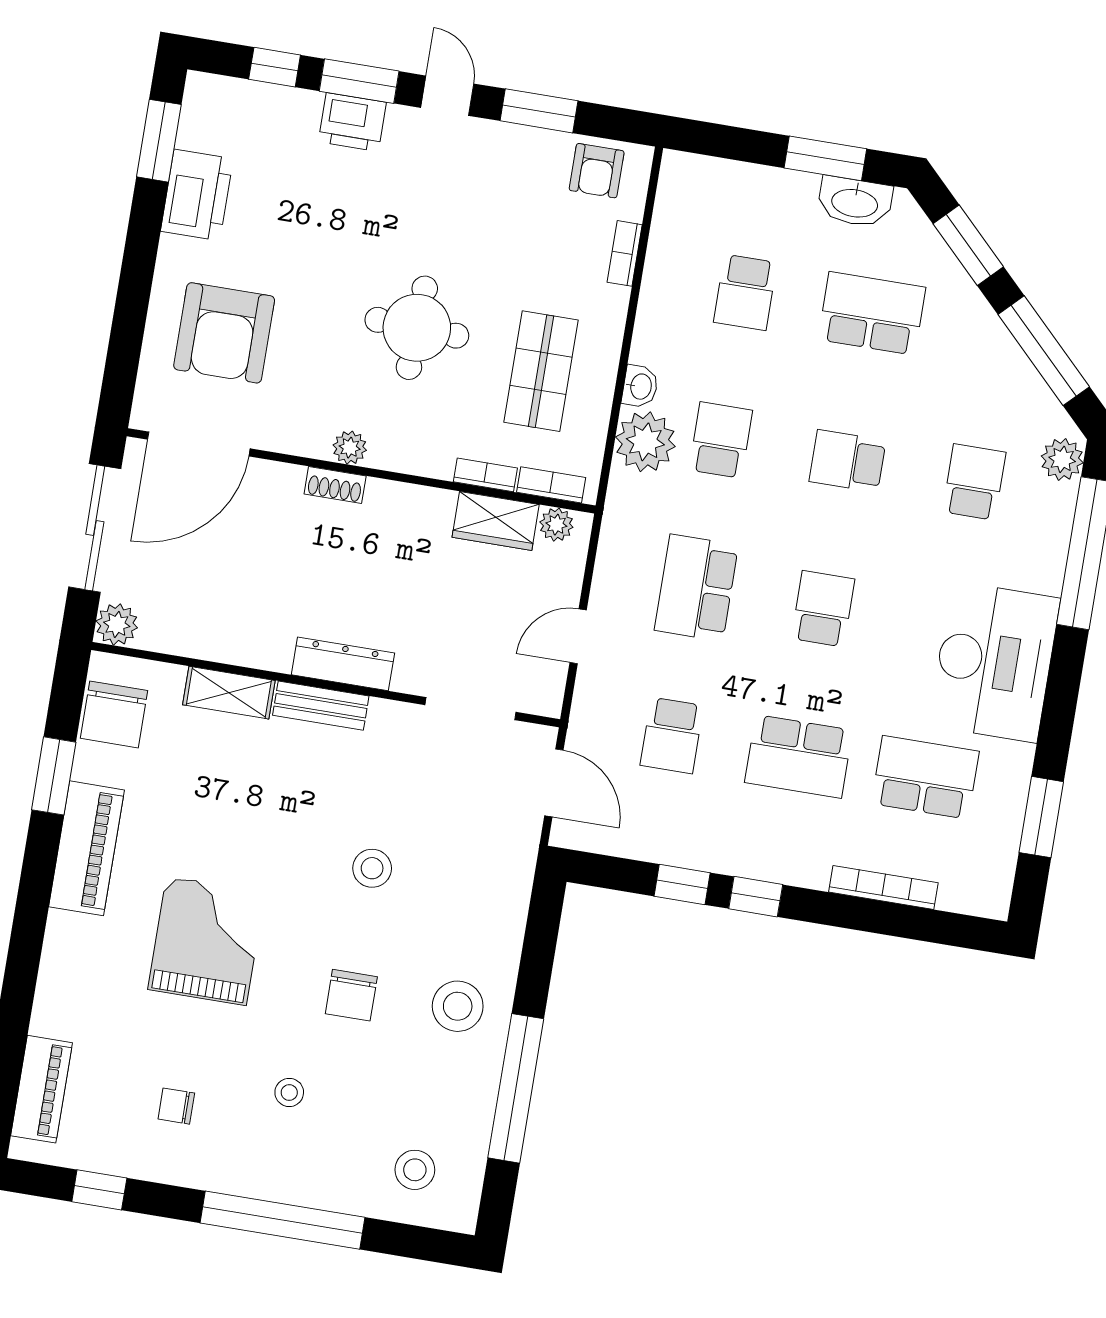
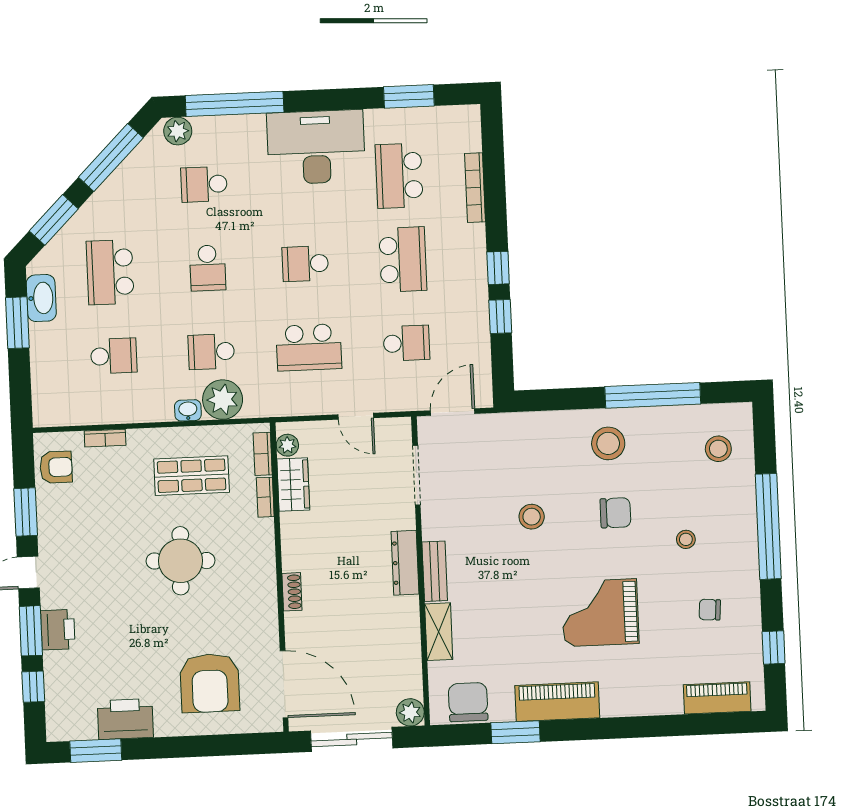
armchair: (224, 333) -> (210, 683), turned 90
plant: (350, 448) -> (266, 588), removed
chair: (114, 714) -> (468, 702), turned -90
chair: (176, 1106) -> (710, 610), turned 94

